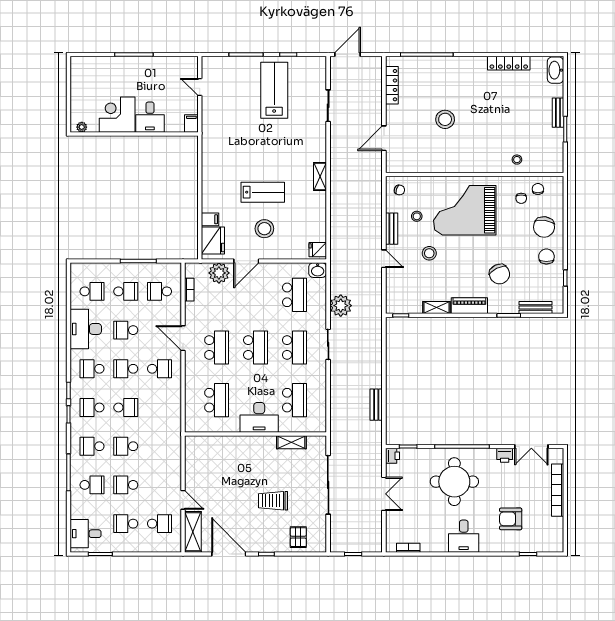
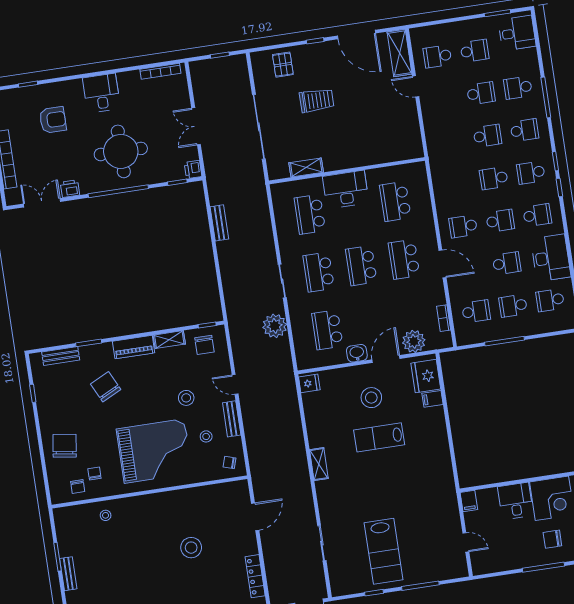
chair: (122, 78) -> (552, 539), added
chair: (546, 257) -> (204, 345), moved
washbasin: (318, 270) -> (357, 353), moved
school desk: (92, 407) -> (531, 173), turned 180
bookcase: (408, 548) -> (160, 71), width x1.56

